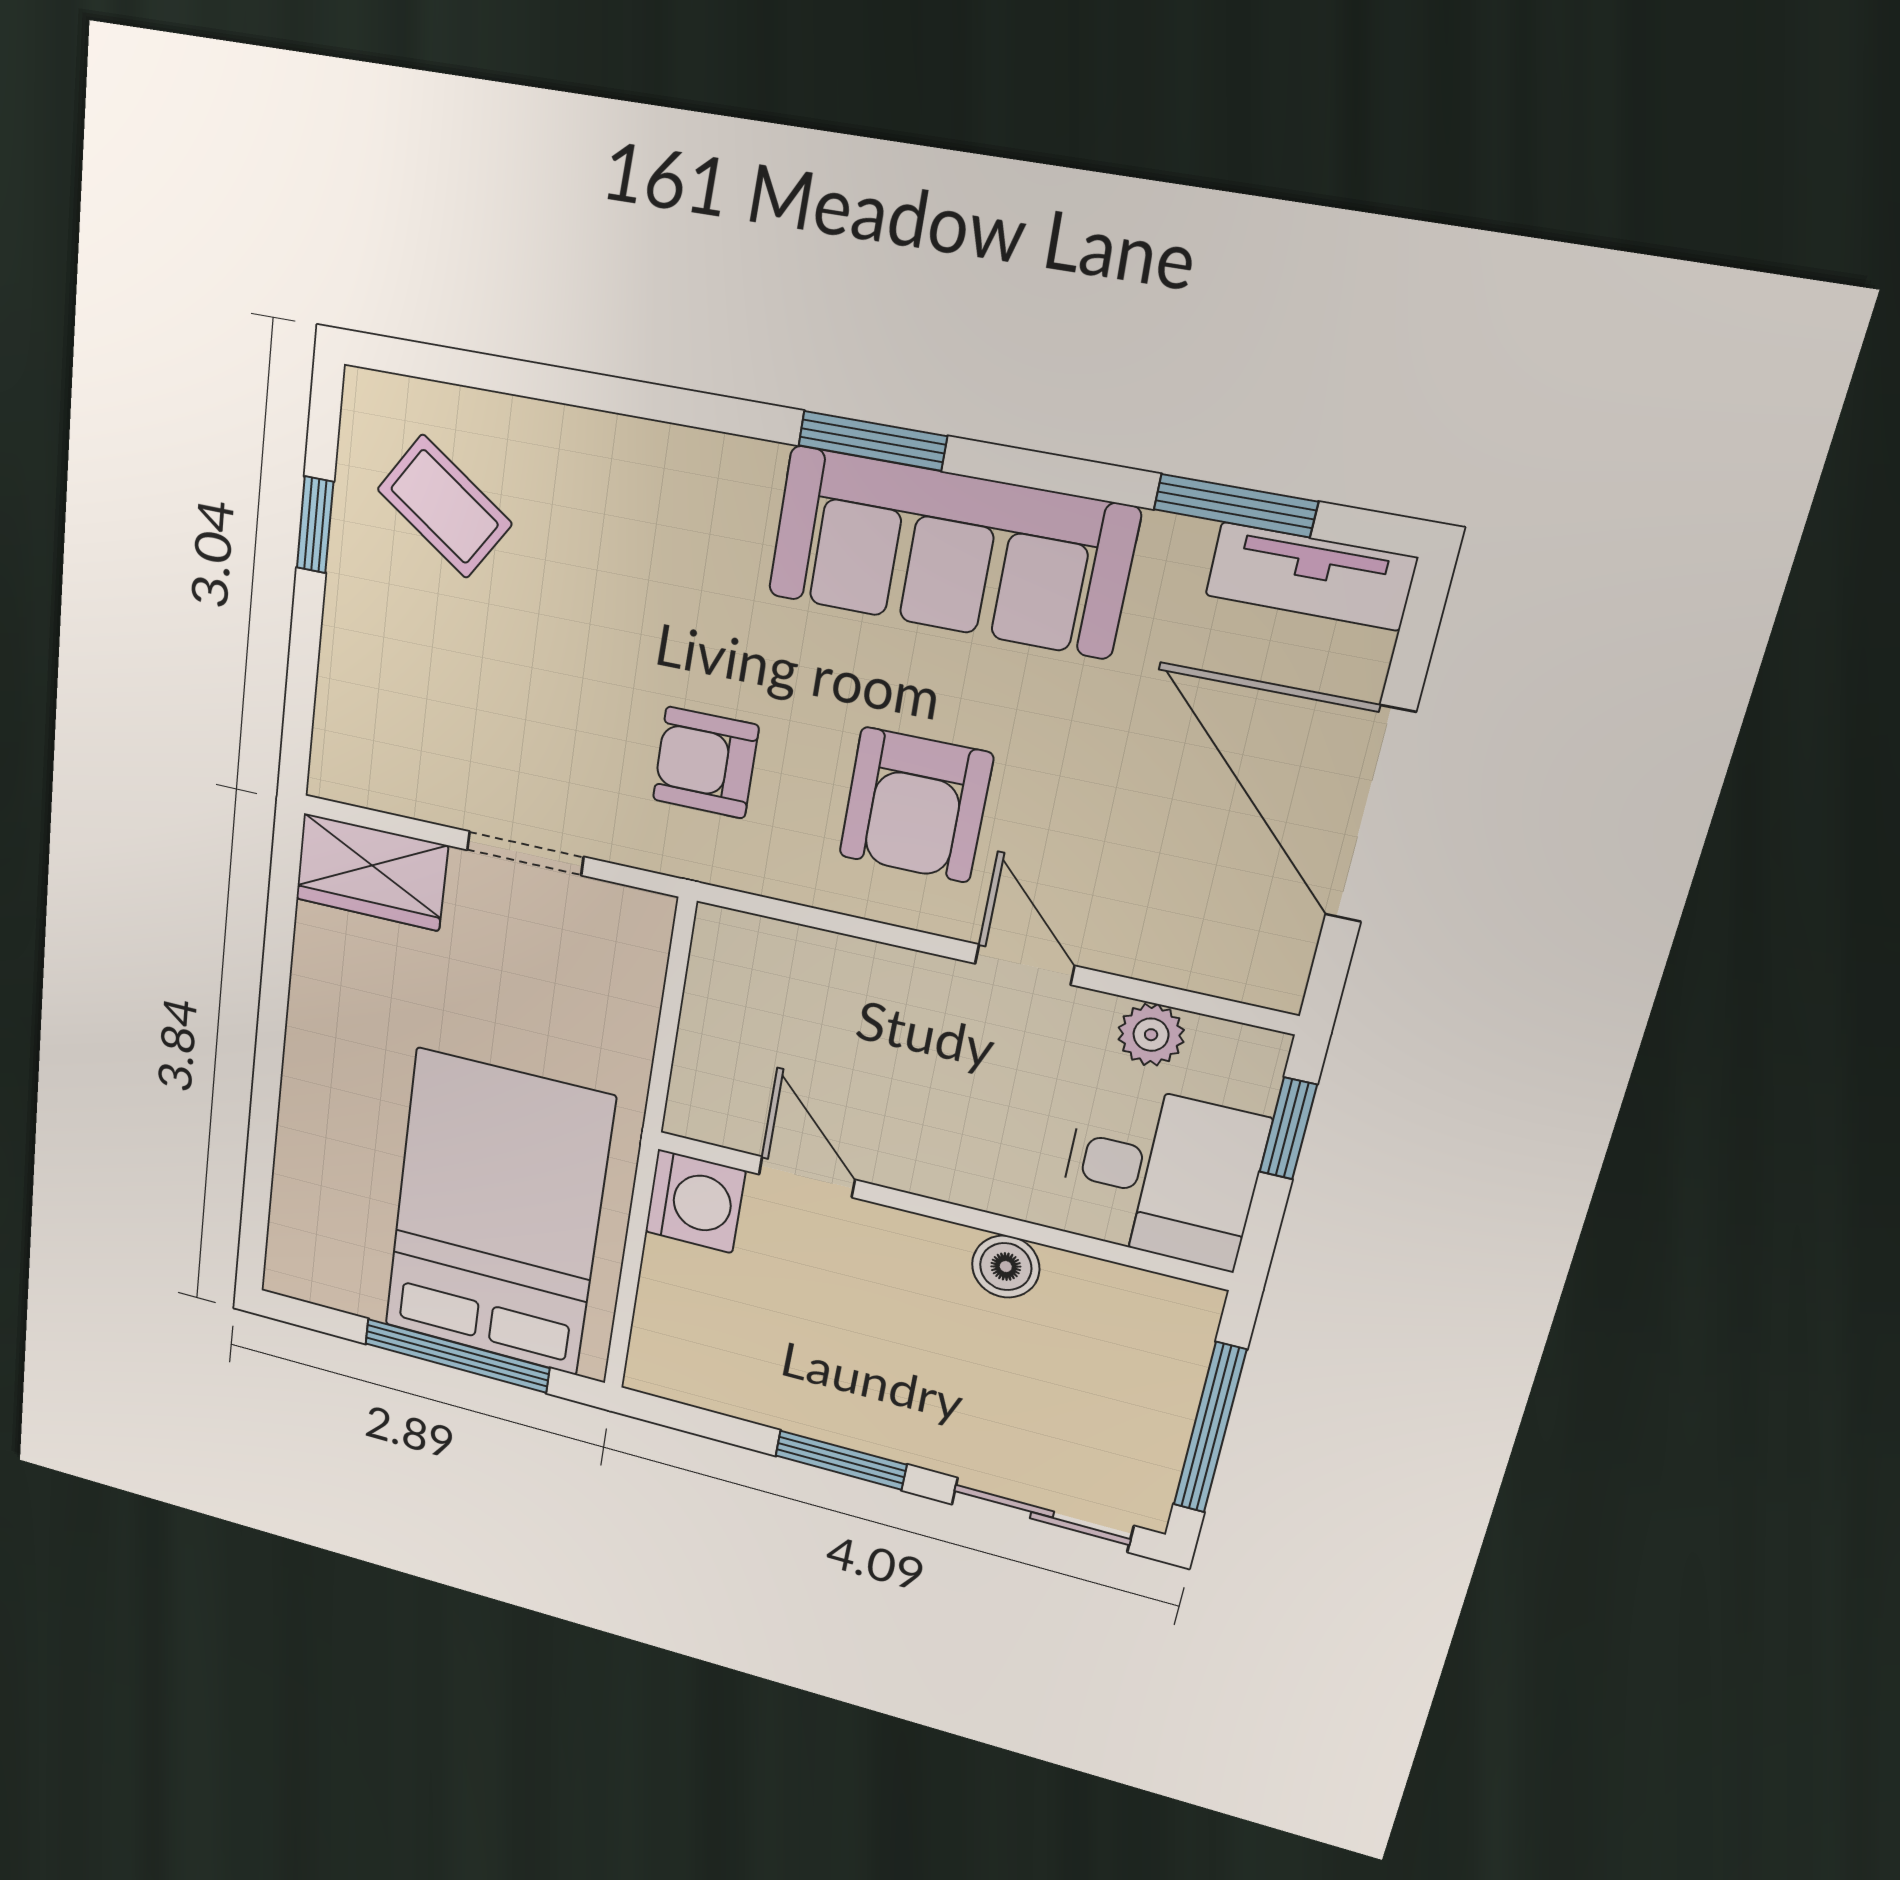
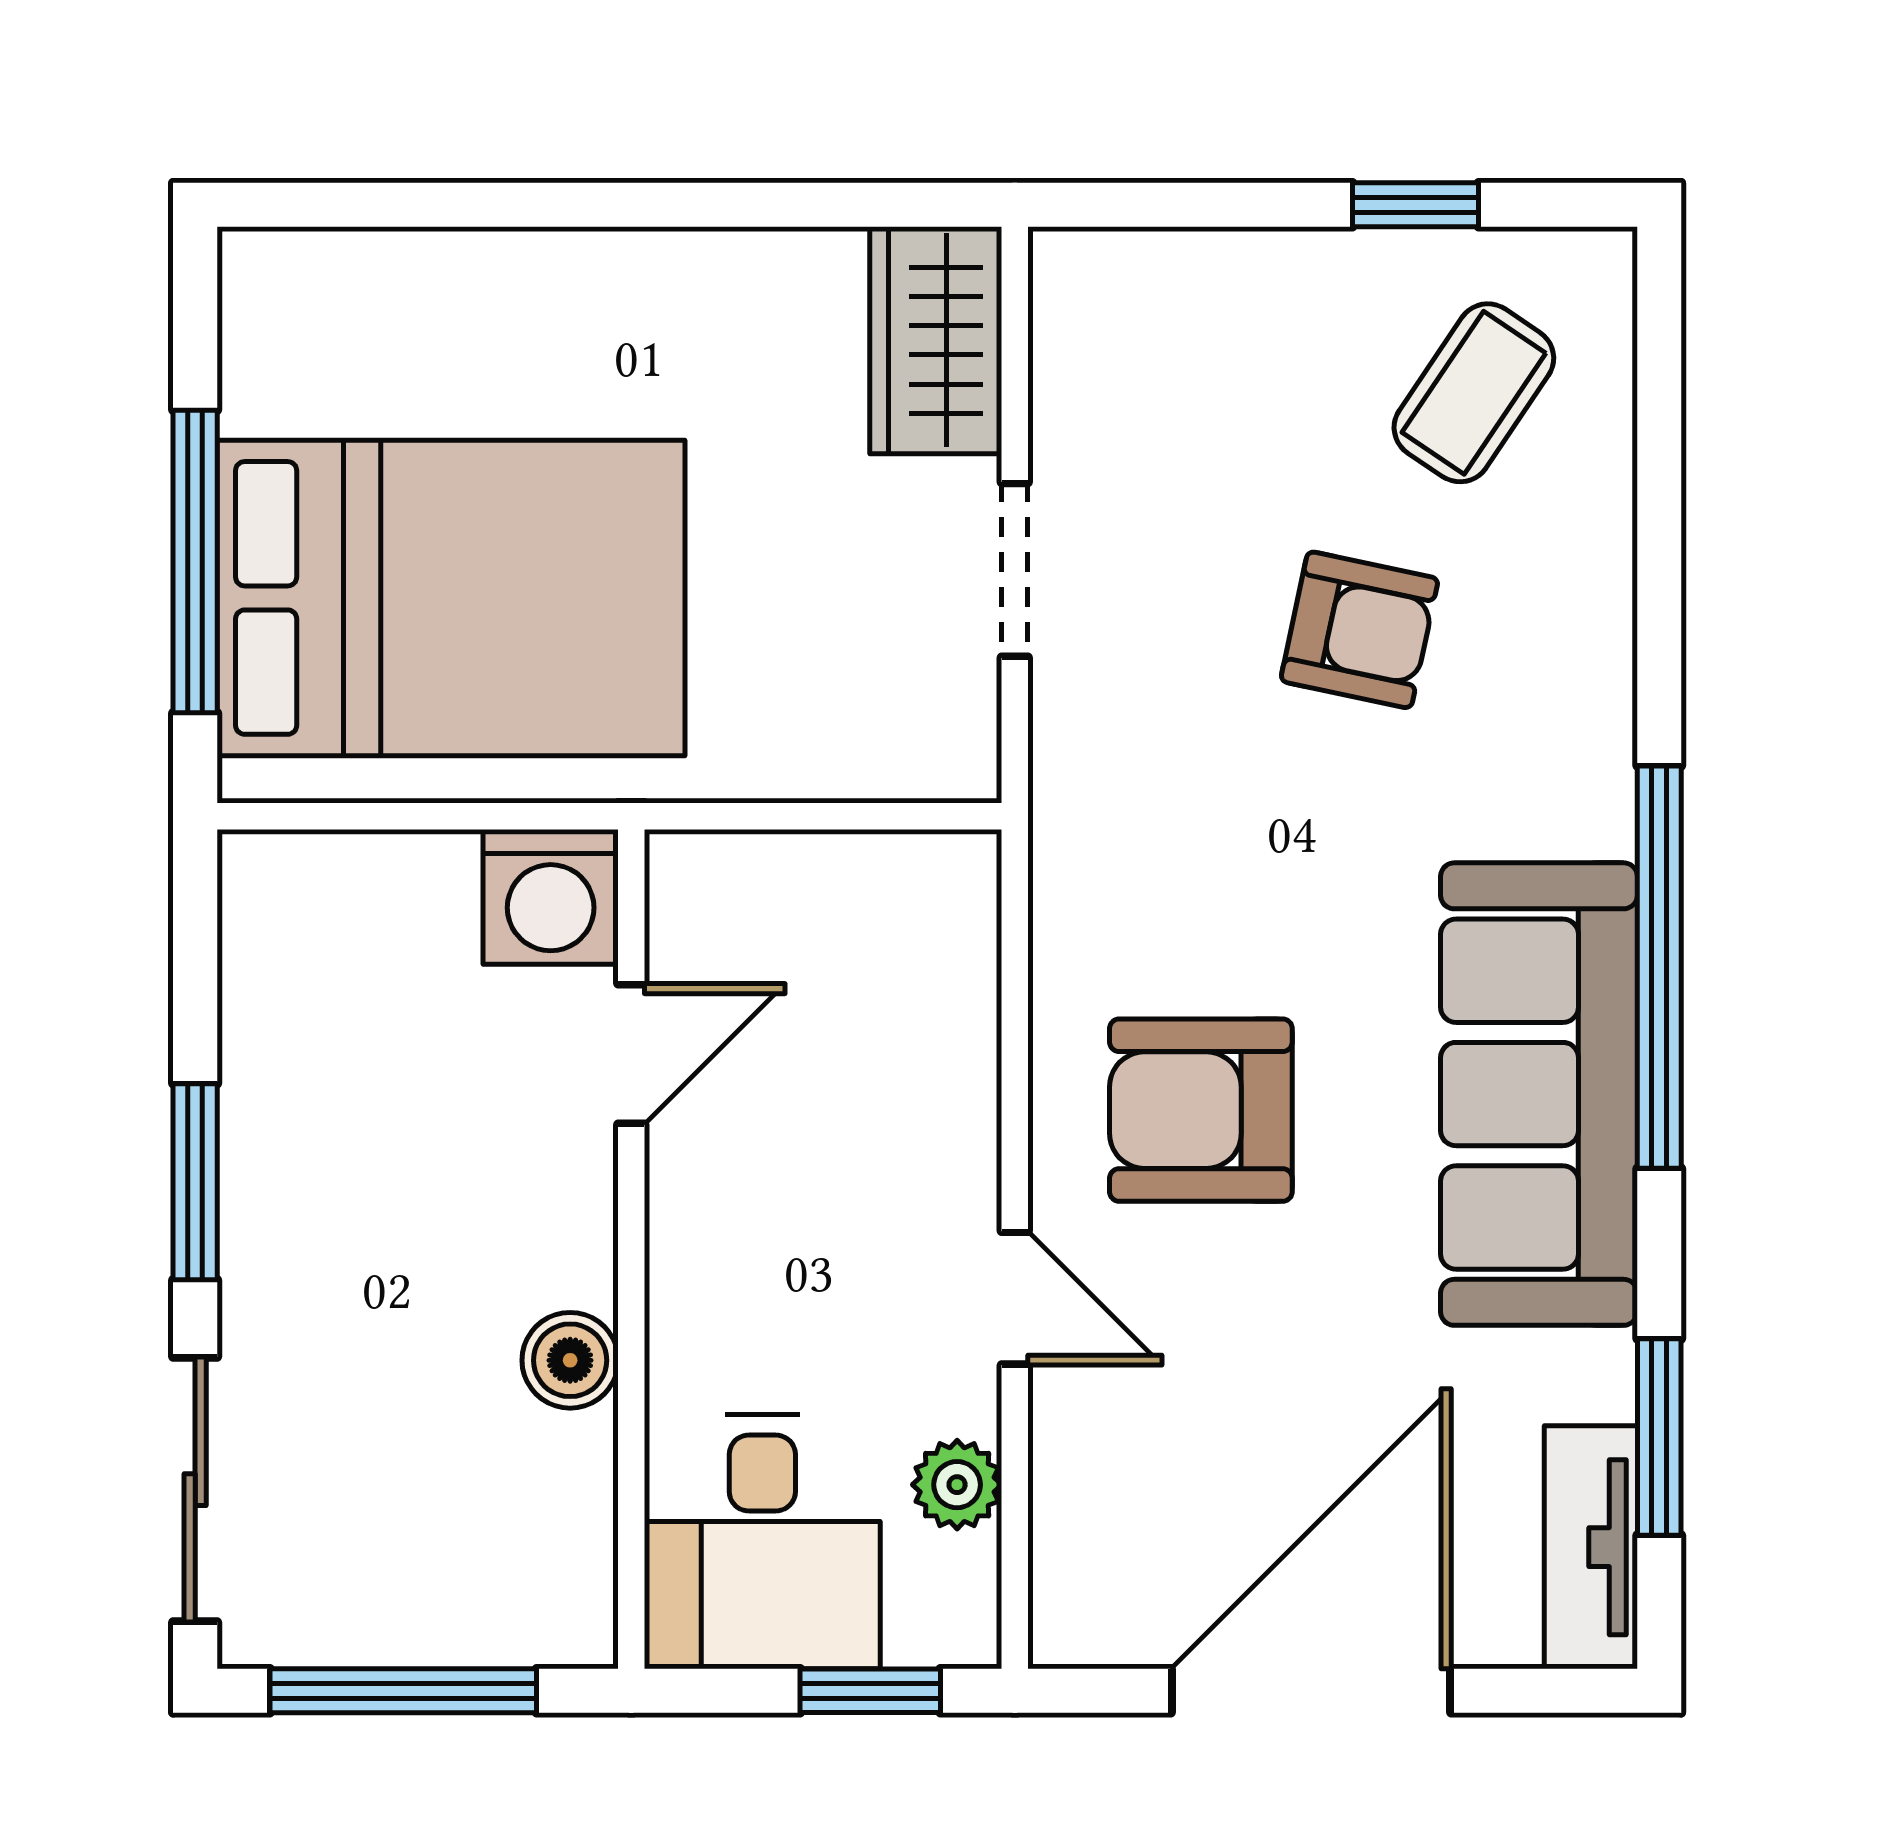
window: (873, 441) -> (1659, 967), width x2.11
armchair: (706, 763) -> (1359, 630), moved, turned 102
door: (1025, 965) -> (1015, 1298), hinge flipped

